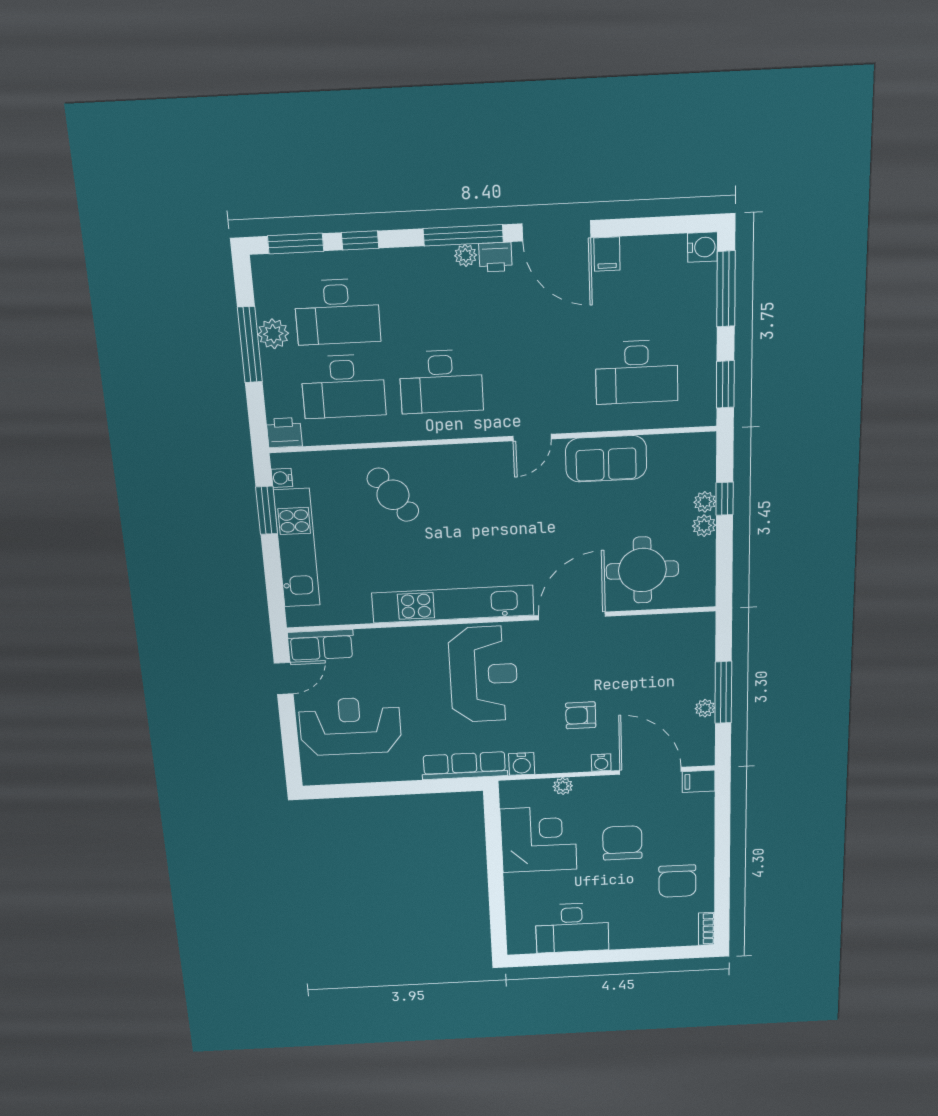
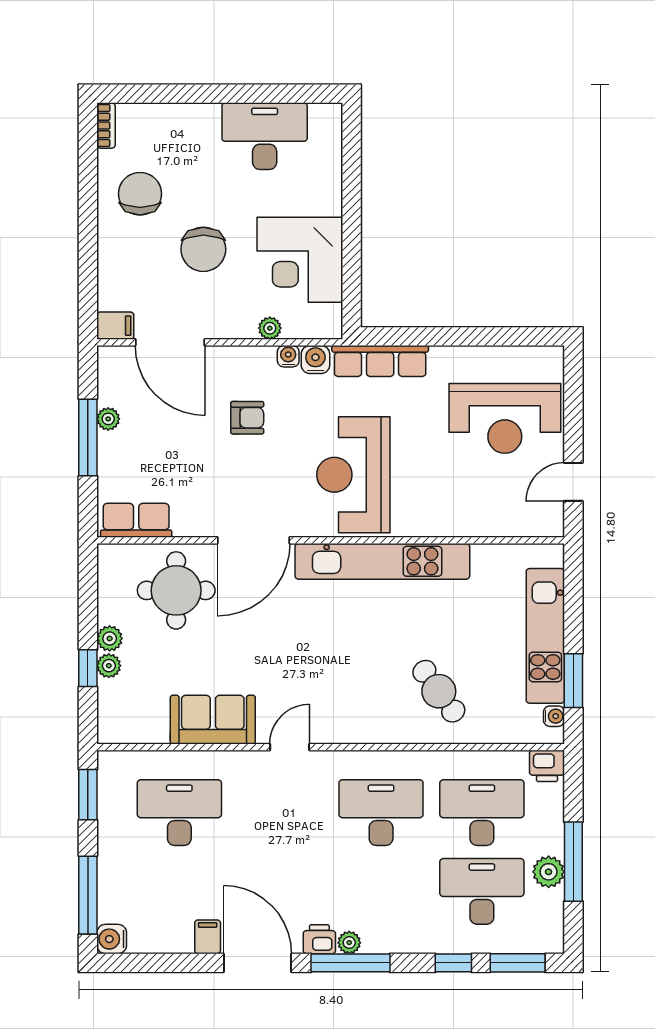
row of seats: (321, 645) -> (136, 520), moved
water cooler: (601, 763) -> (288, 356), moved

